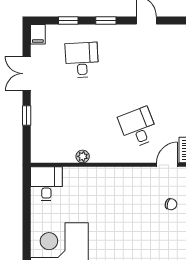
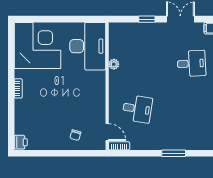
desk: (138, 127) -> (137, 109), turned 30
desk: (46, 184) -> (88, 46), width x1.87, depth x1.30

